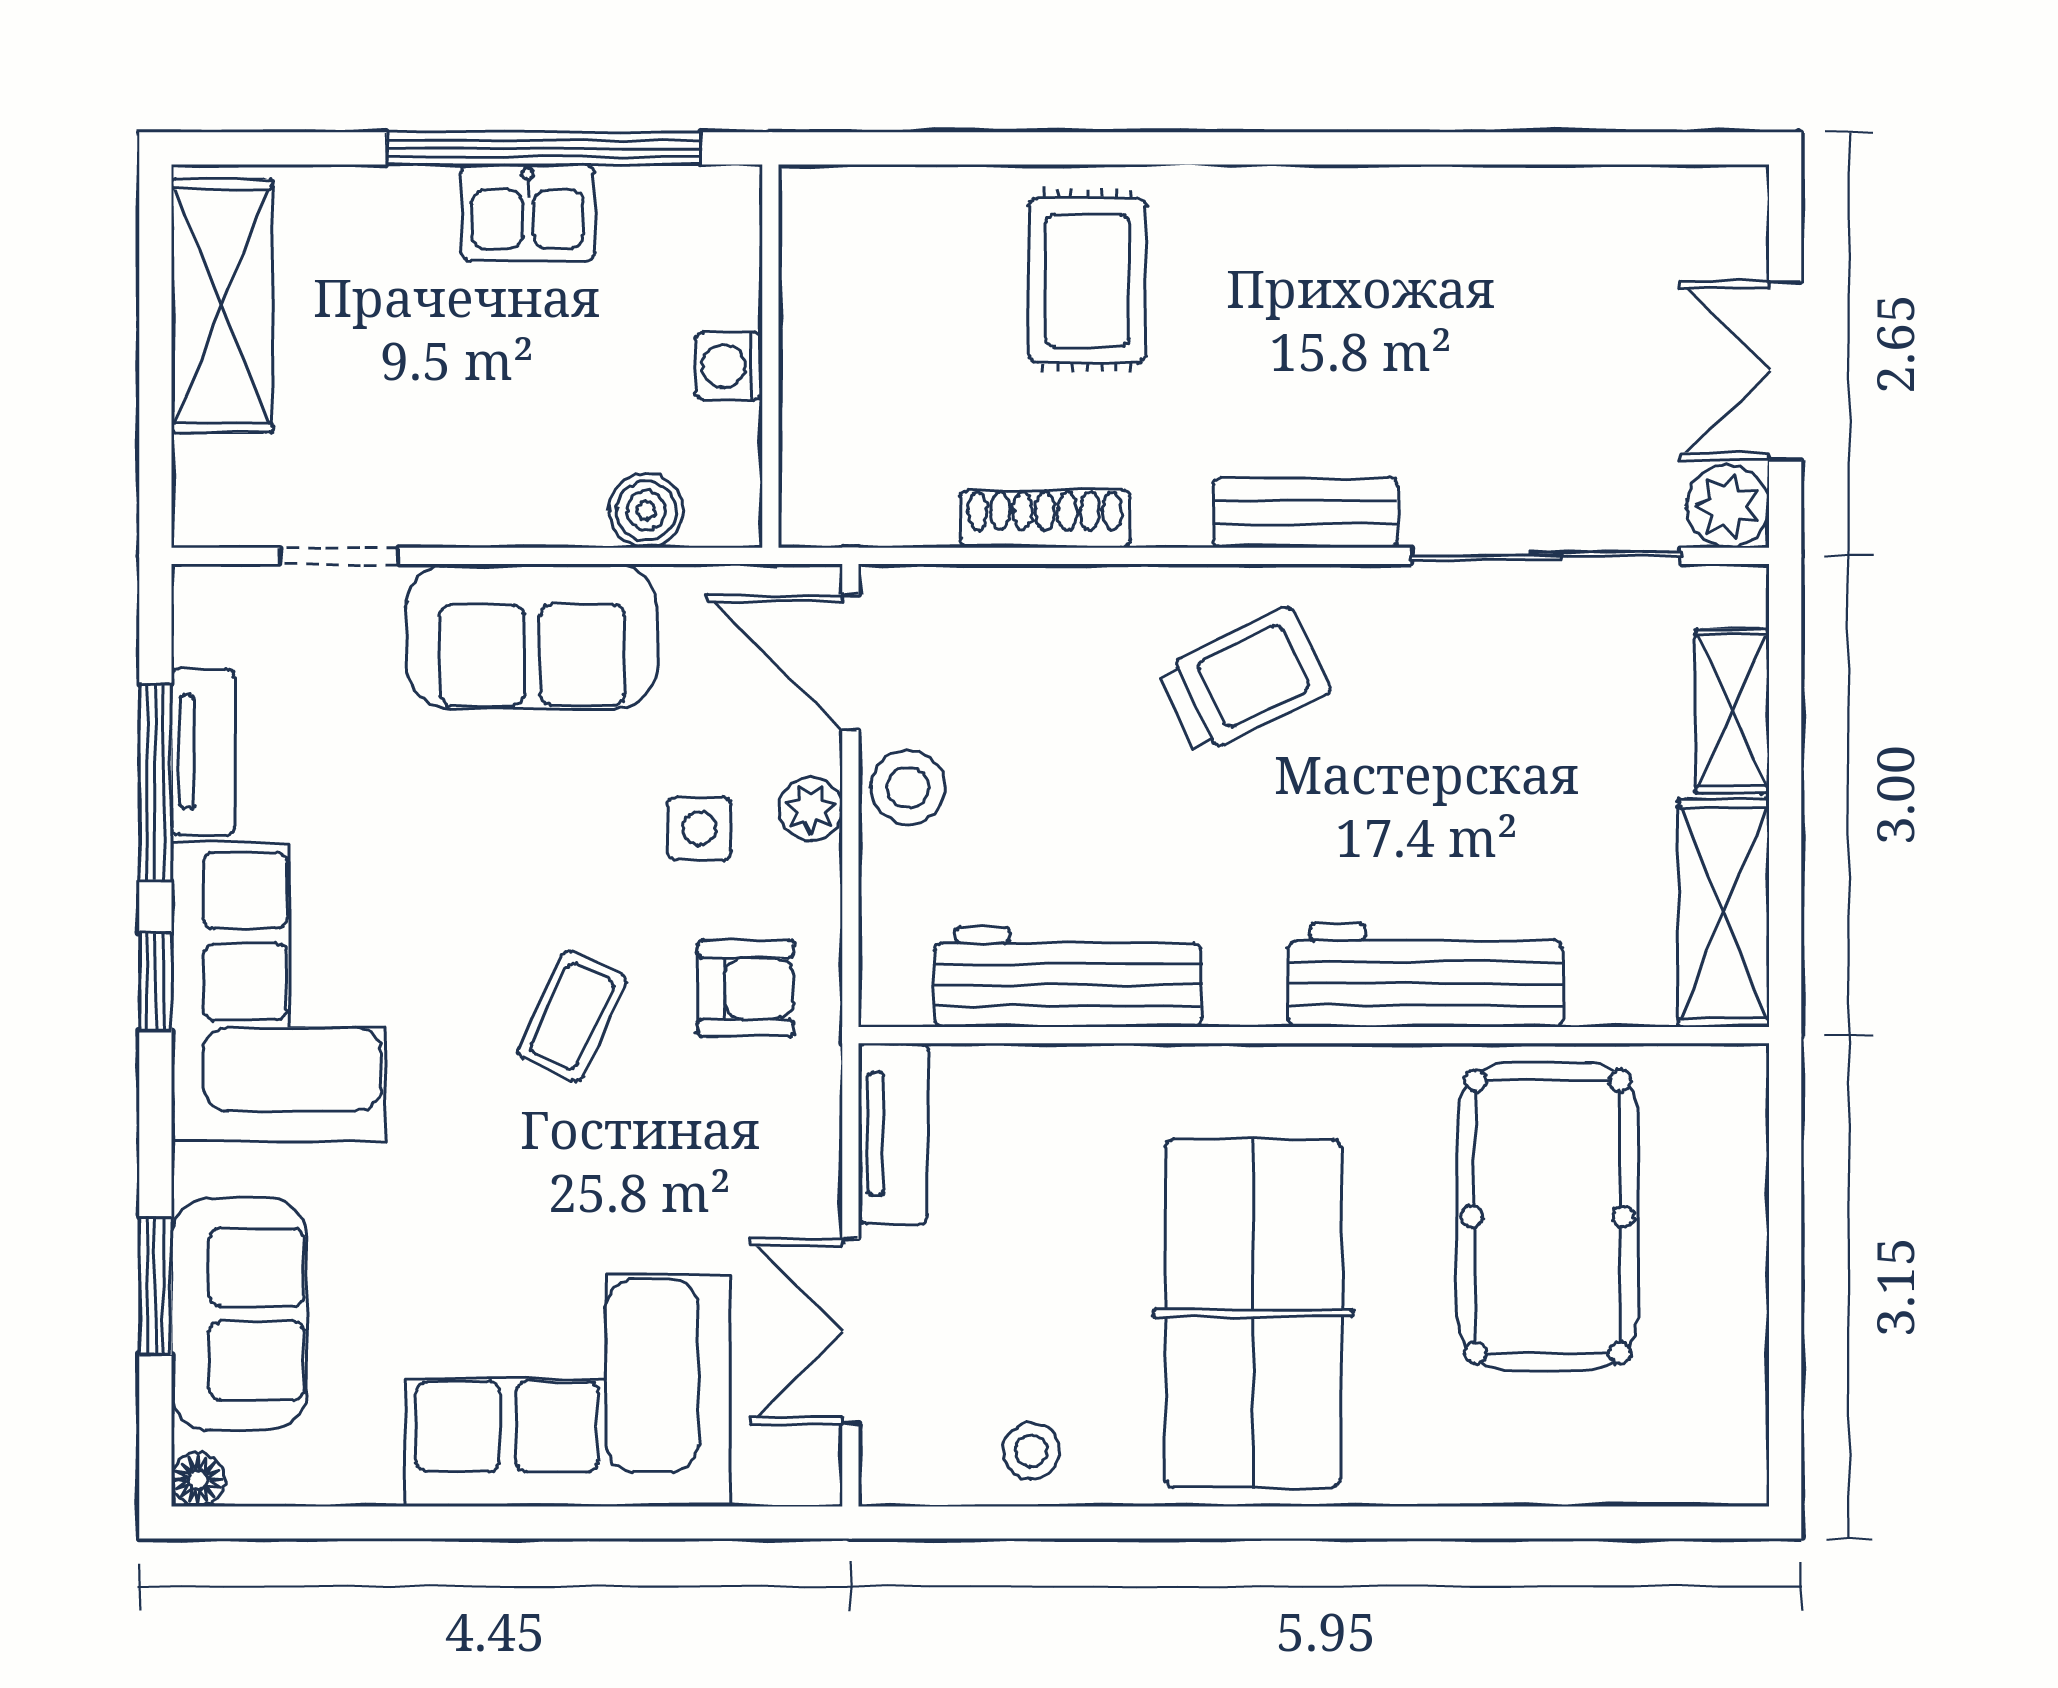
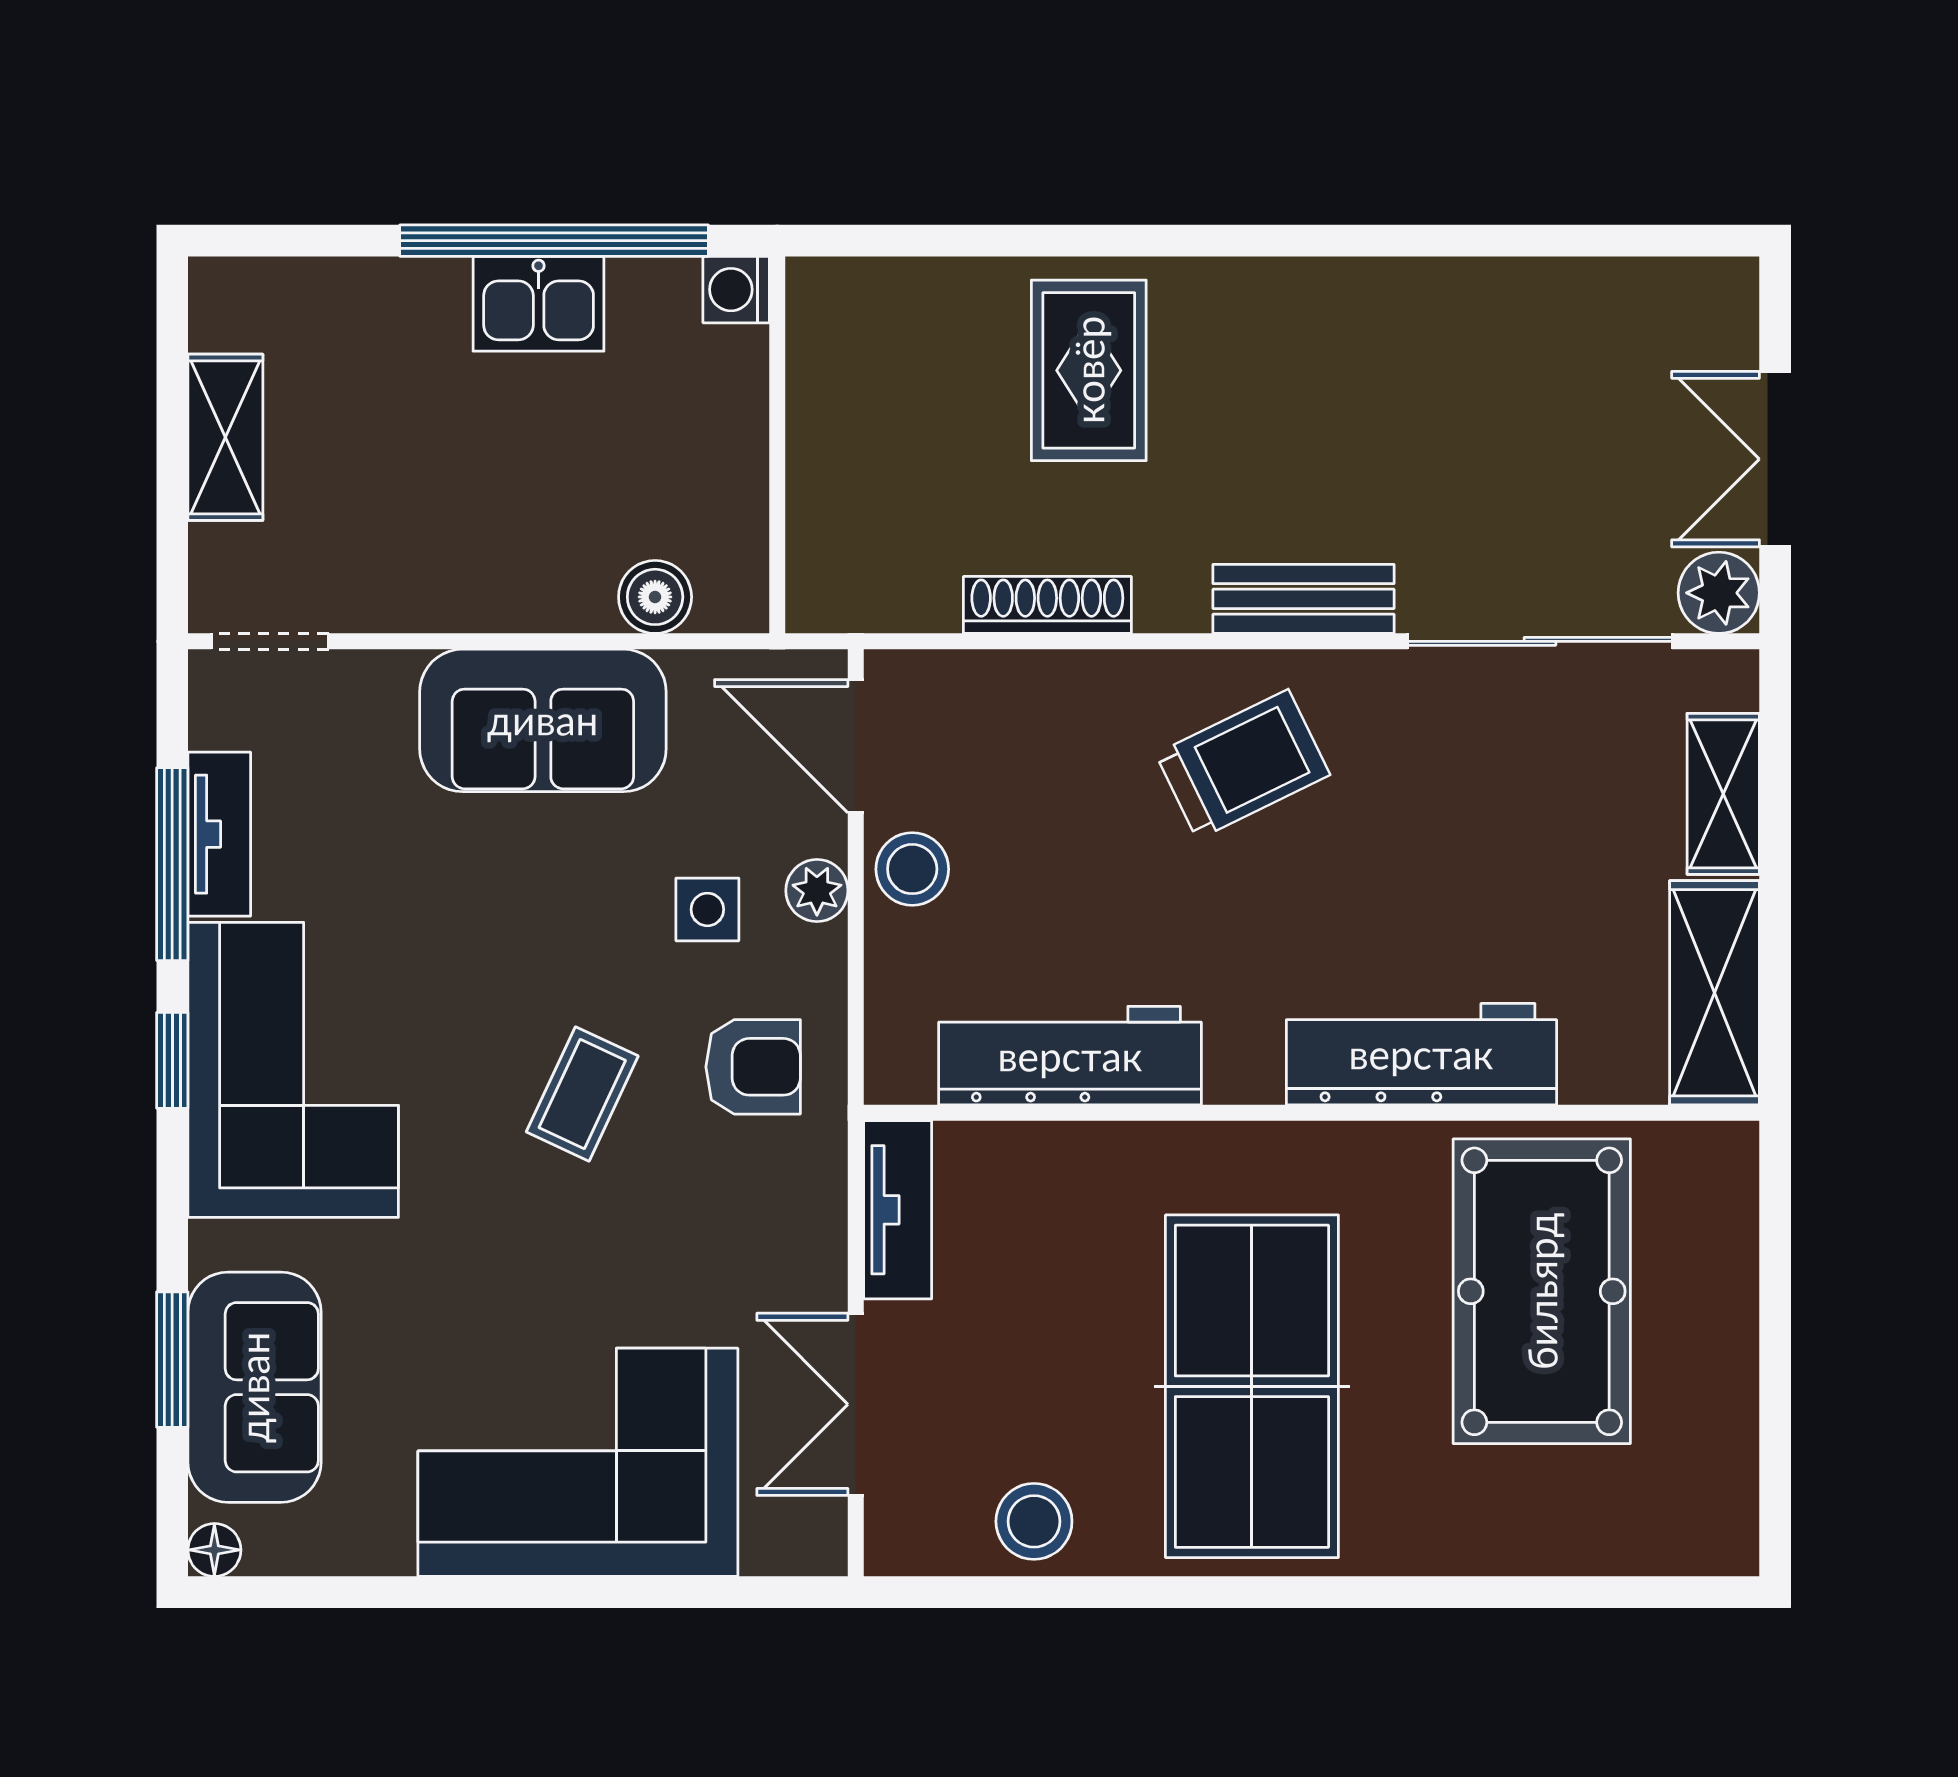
shelving: (222, 306) -> (225, 437), width x0.67, depth x0.75
washing machine: (729, 366) -> (736, 290), moved
doorway: (339, 556) -> (270, 641), moved
stool: (1032, 1451) -> (1034, 1521), width x1.37, depth x1.37

